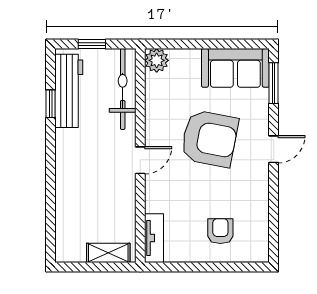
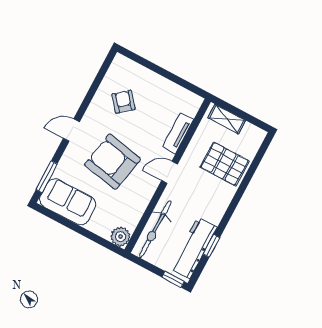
window: (92, 44) -> (173, 279), moved
pallet: (84, 202) -> (225, 164), added
armchair: (220, 231) -> (124, 102), moved, turned 140
tv unit: (154, 238) -> (178, 133), moved

